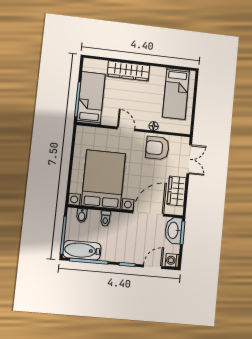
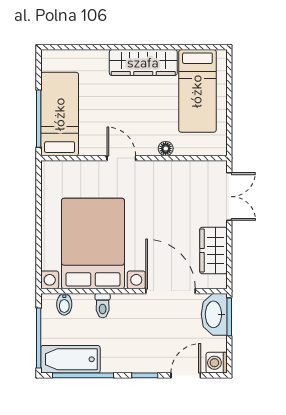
wardrobe: (128, 71) -> (143, 63), moved
armchair: (157, 148) -> (175, 184), removed
door: (148, 214) -> (171, 291), hinge flipped

